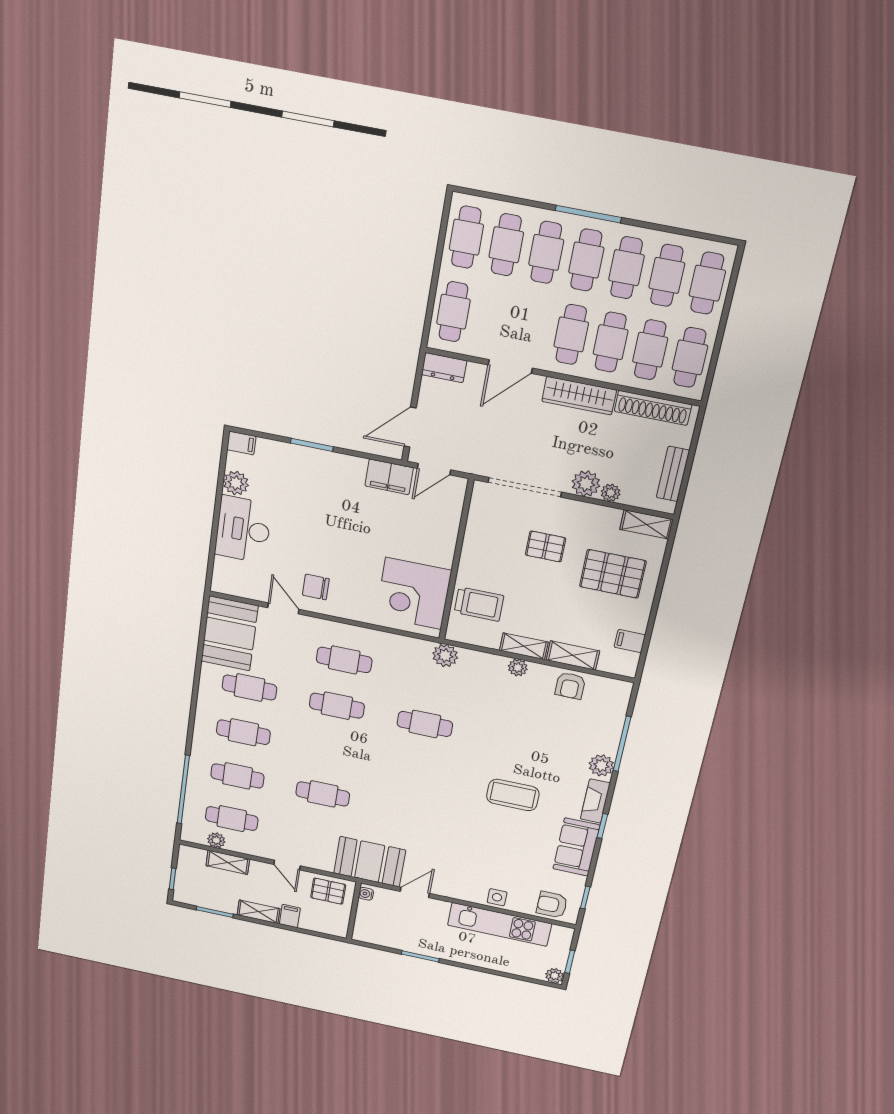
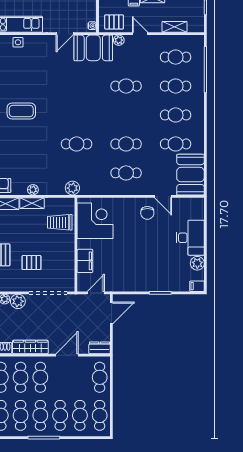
filing cabinet: (389, 477) -> (85, 261), moved, turned 90
chair: (316, 587) -> (147, 213), turned 90
plant: (216, 840) -> (119, 40), moved

